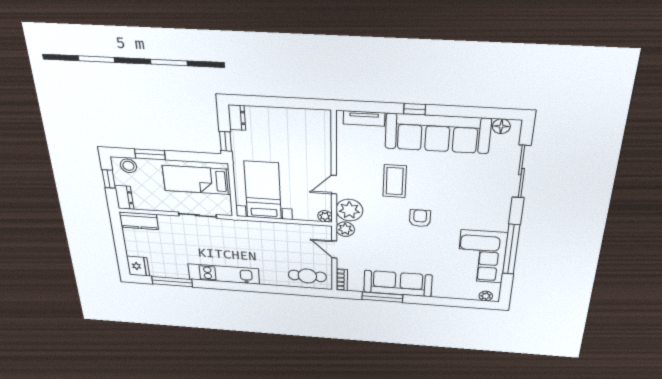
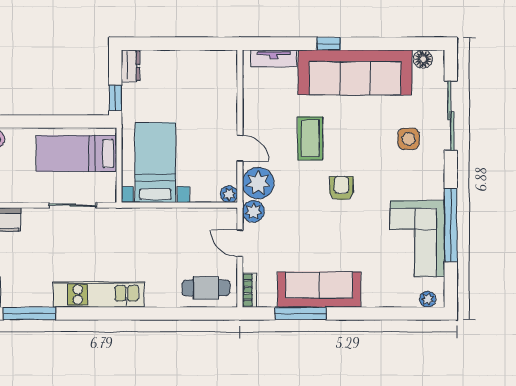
window: (150, 154) -> (23, 122), removed
door: (334, 185) -> (240, 148), swing flipped
side table: (481, 187) -> (409, 139), added

